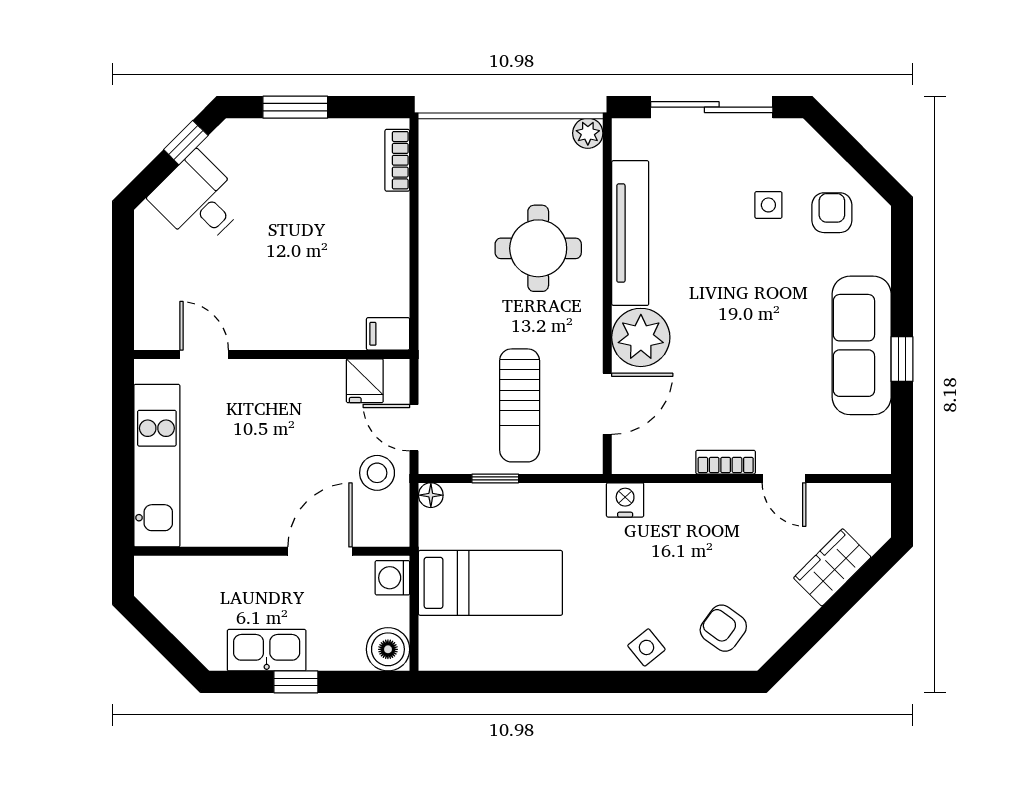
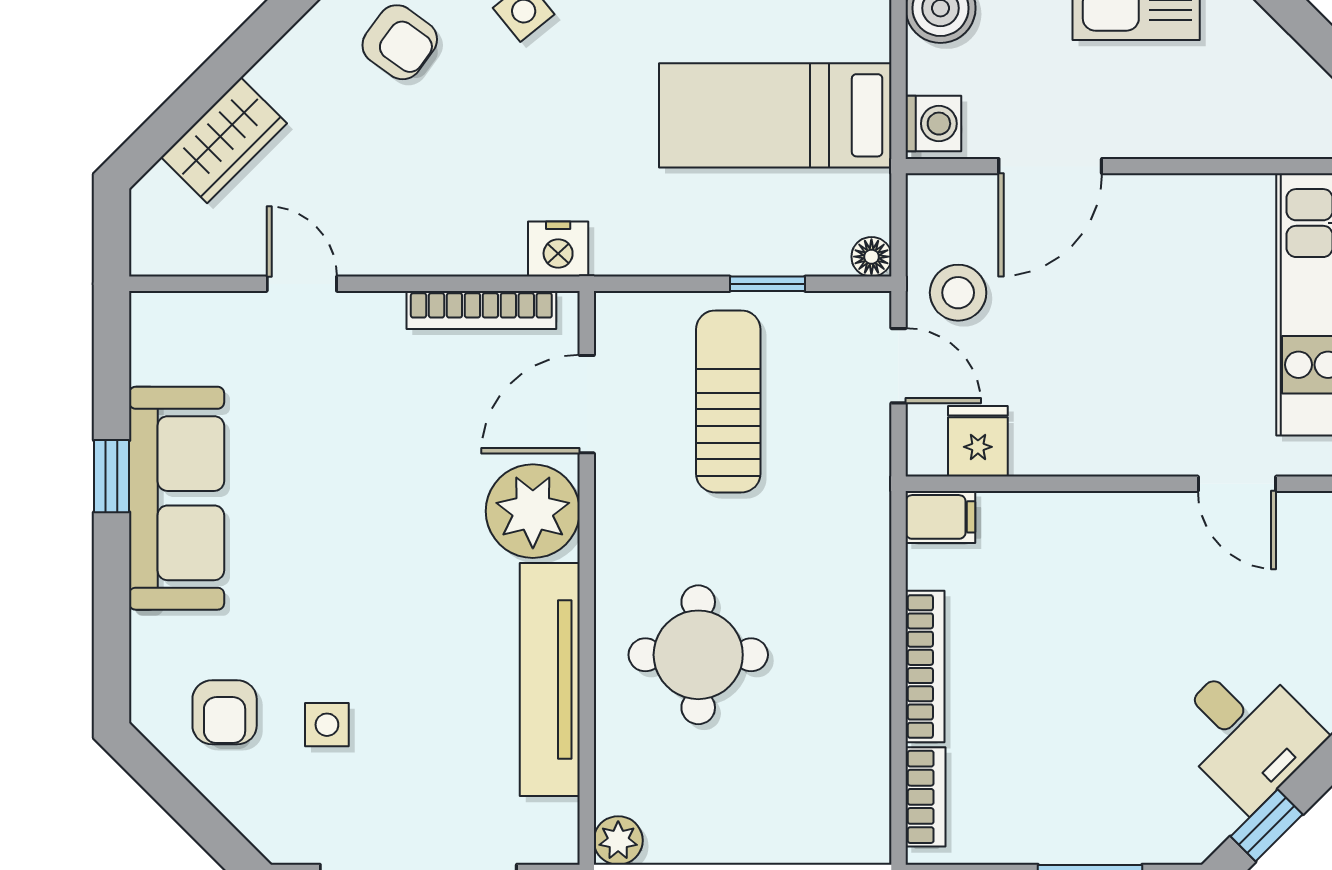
bookcase: (398, 241) -> (925, 666), added
bookcase: (726, 462) -> (481, 310), moved, width x1.56

